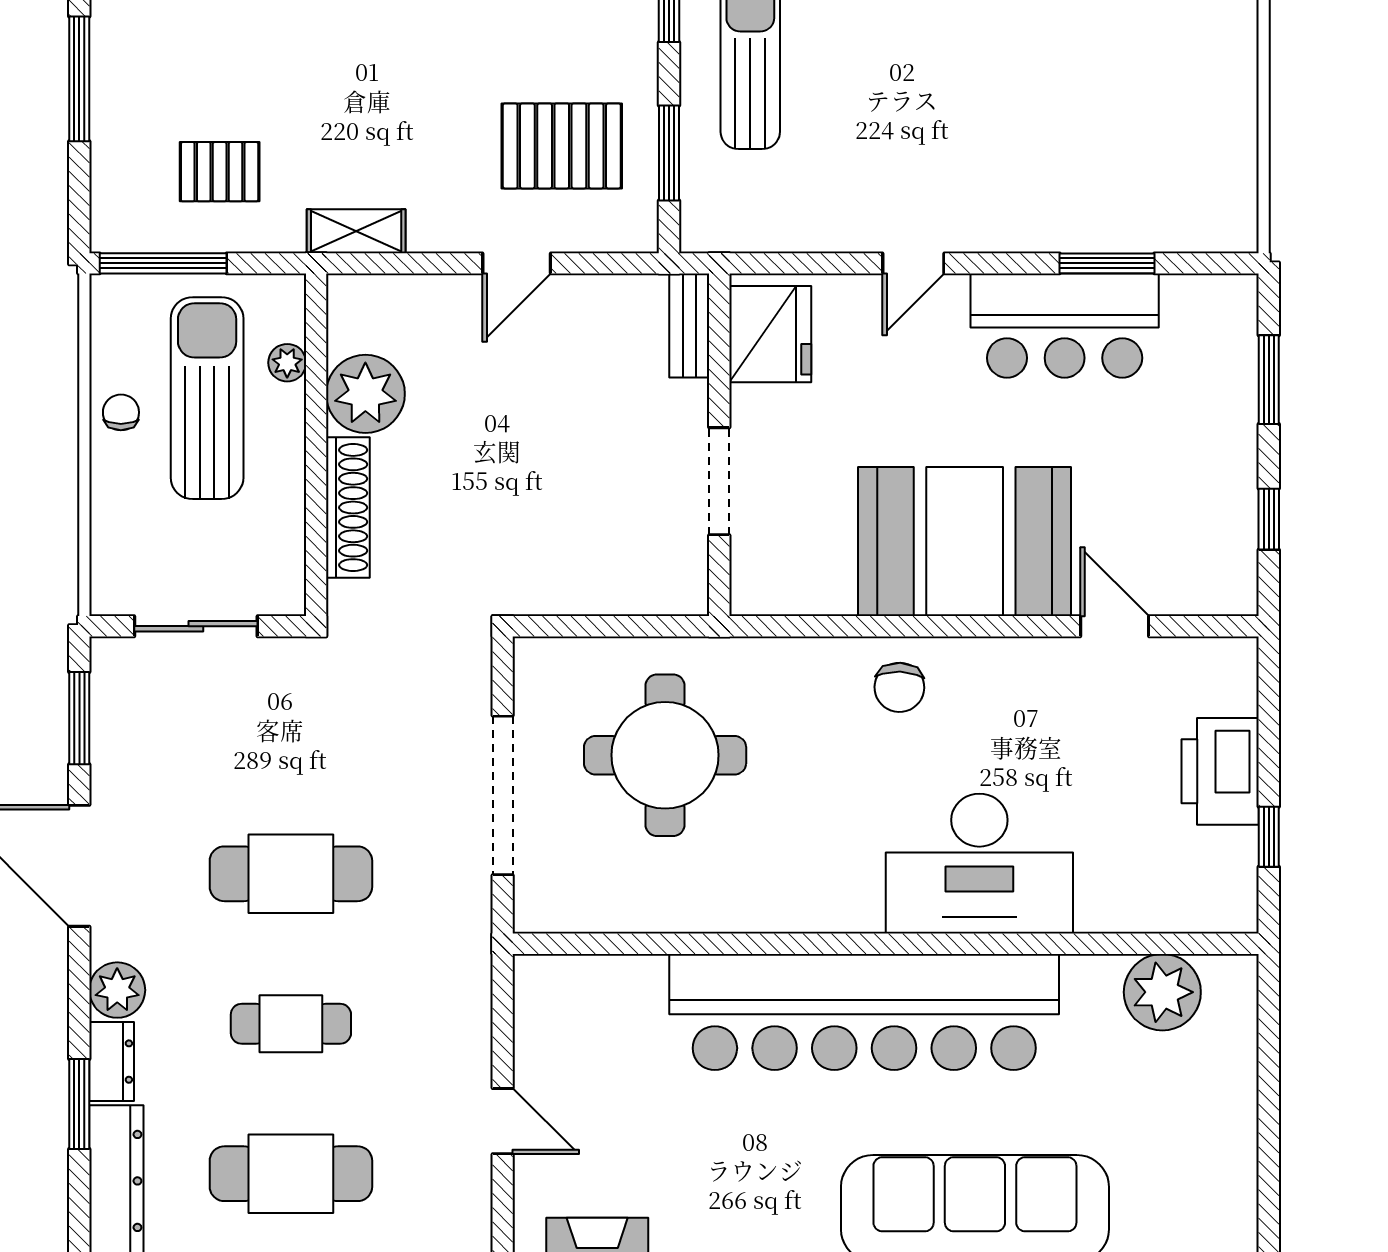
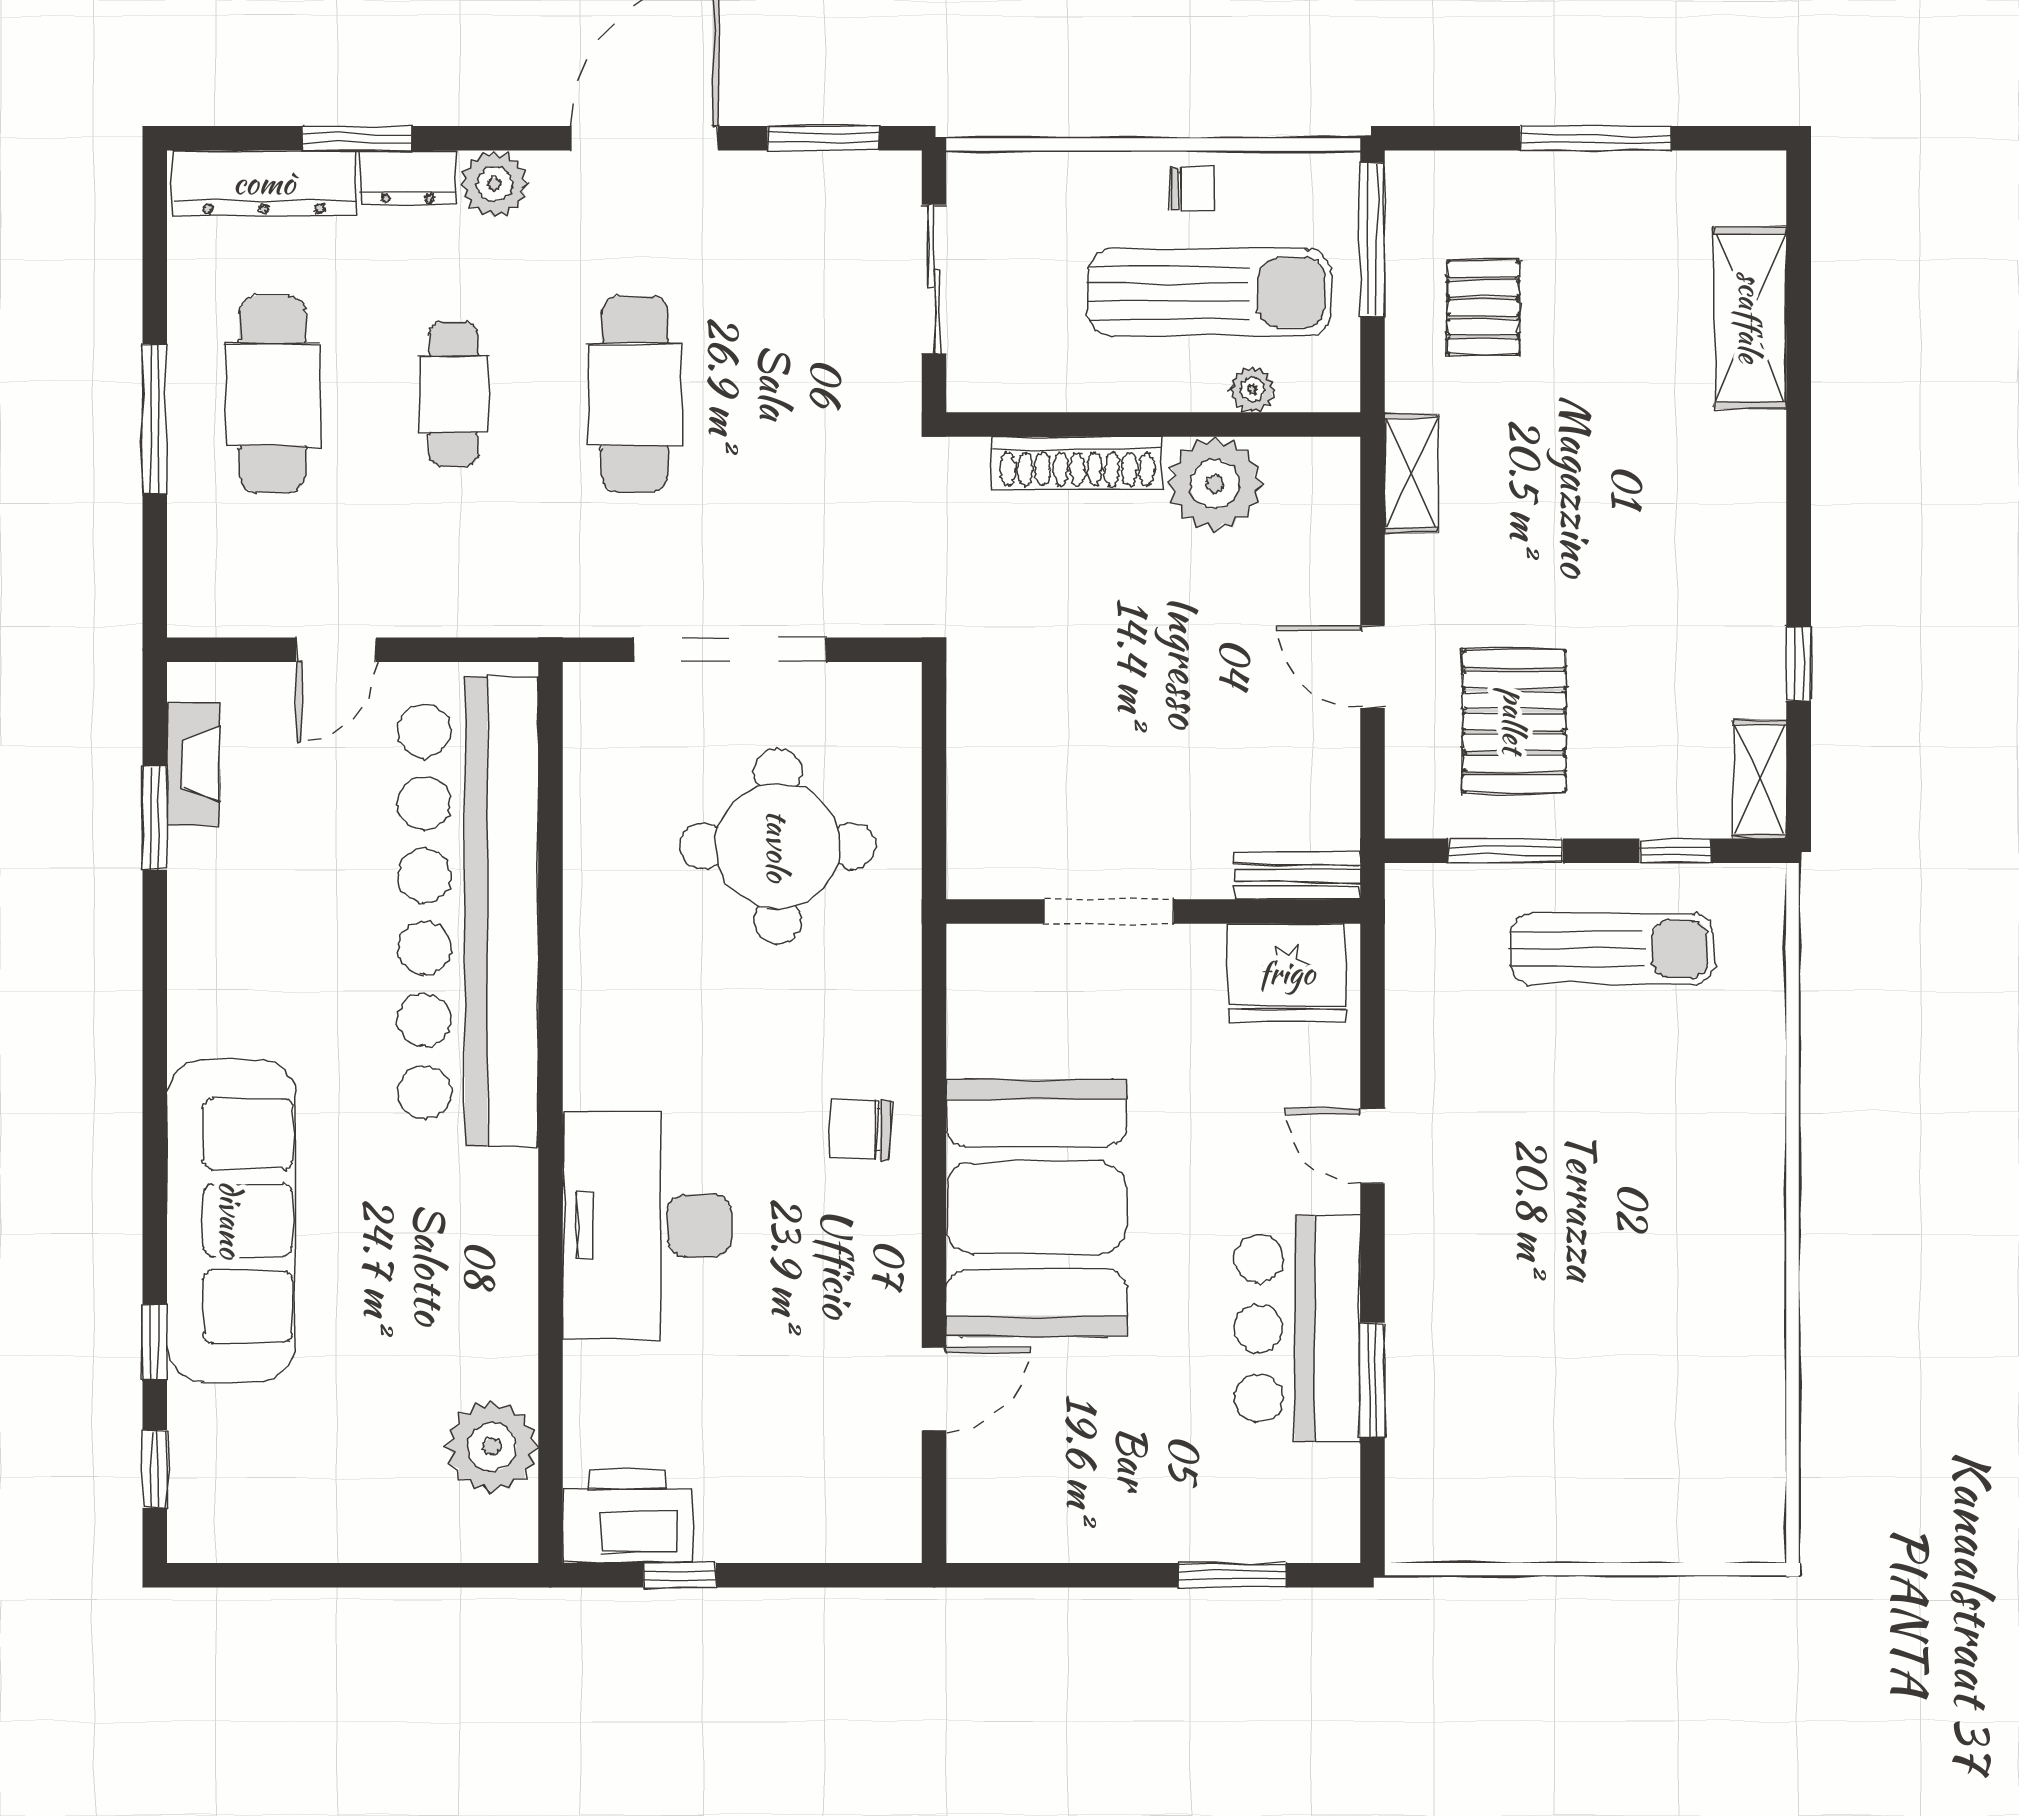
window: (1269, 519) -> (1063, 1575), removed
printer: (1220, 771) -> (627, 1517), moved
bar counter: (864, 1012) -> (468, 912), moved

